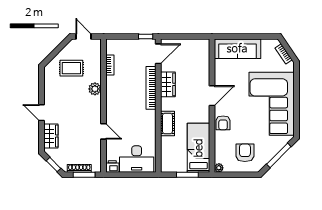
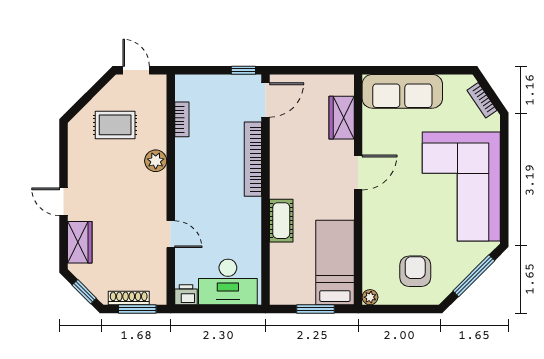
wardrobe: (168, 84) -> (342, 118), moved, turned 180
armchair: (223, 123) -> (377, 219), removed

